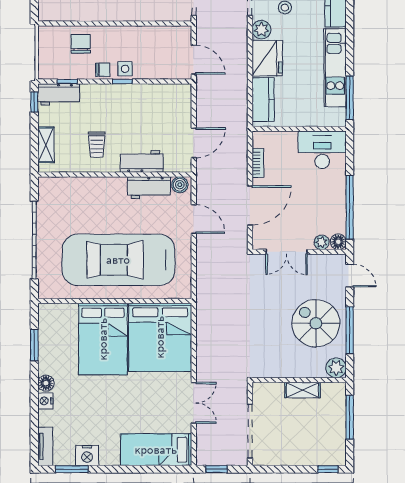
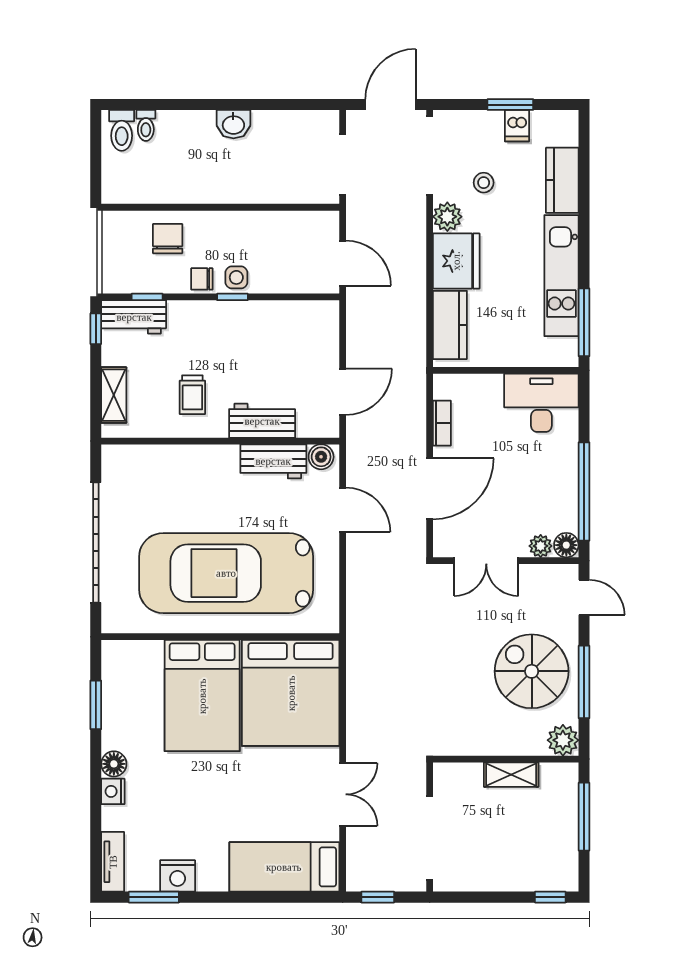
chair: (103, 70) -> (202, 279), turned 180

